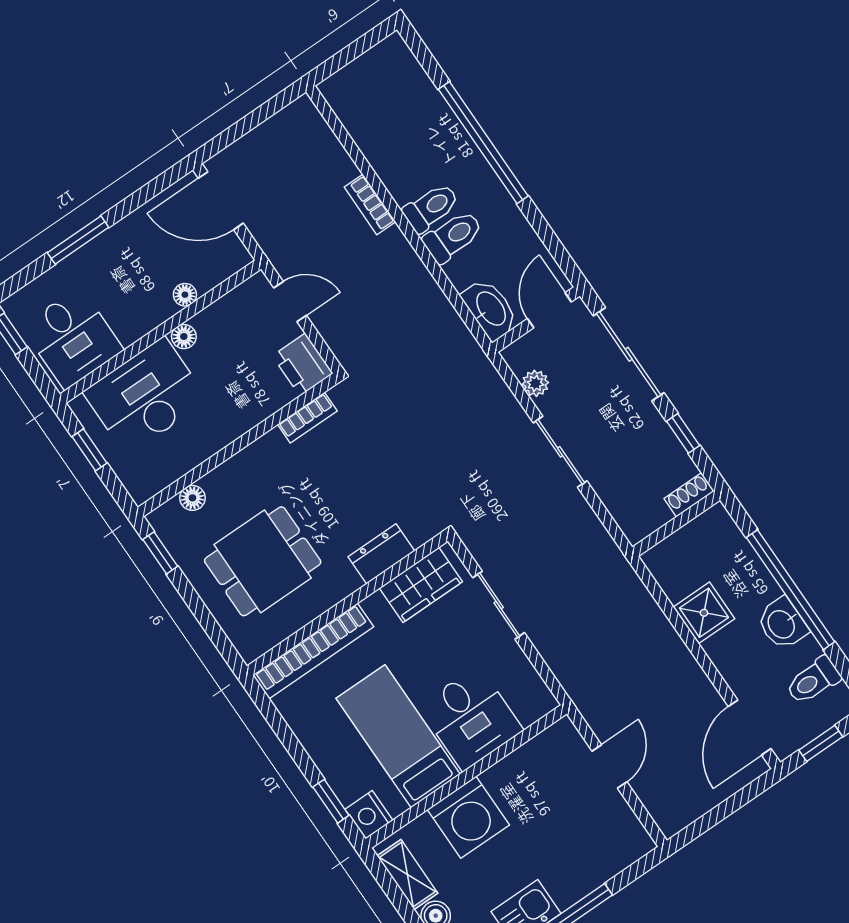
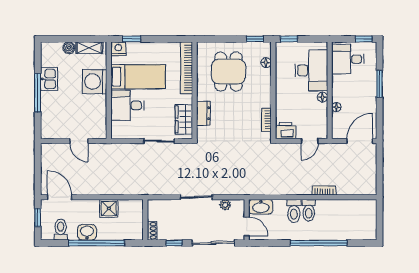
window: (89, 450) -> (289, 39), moved

